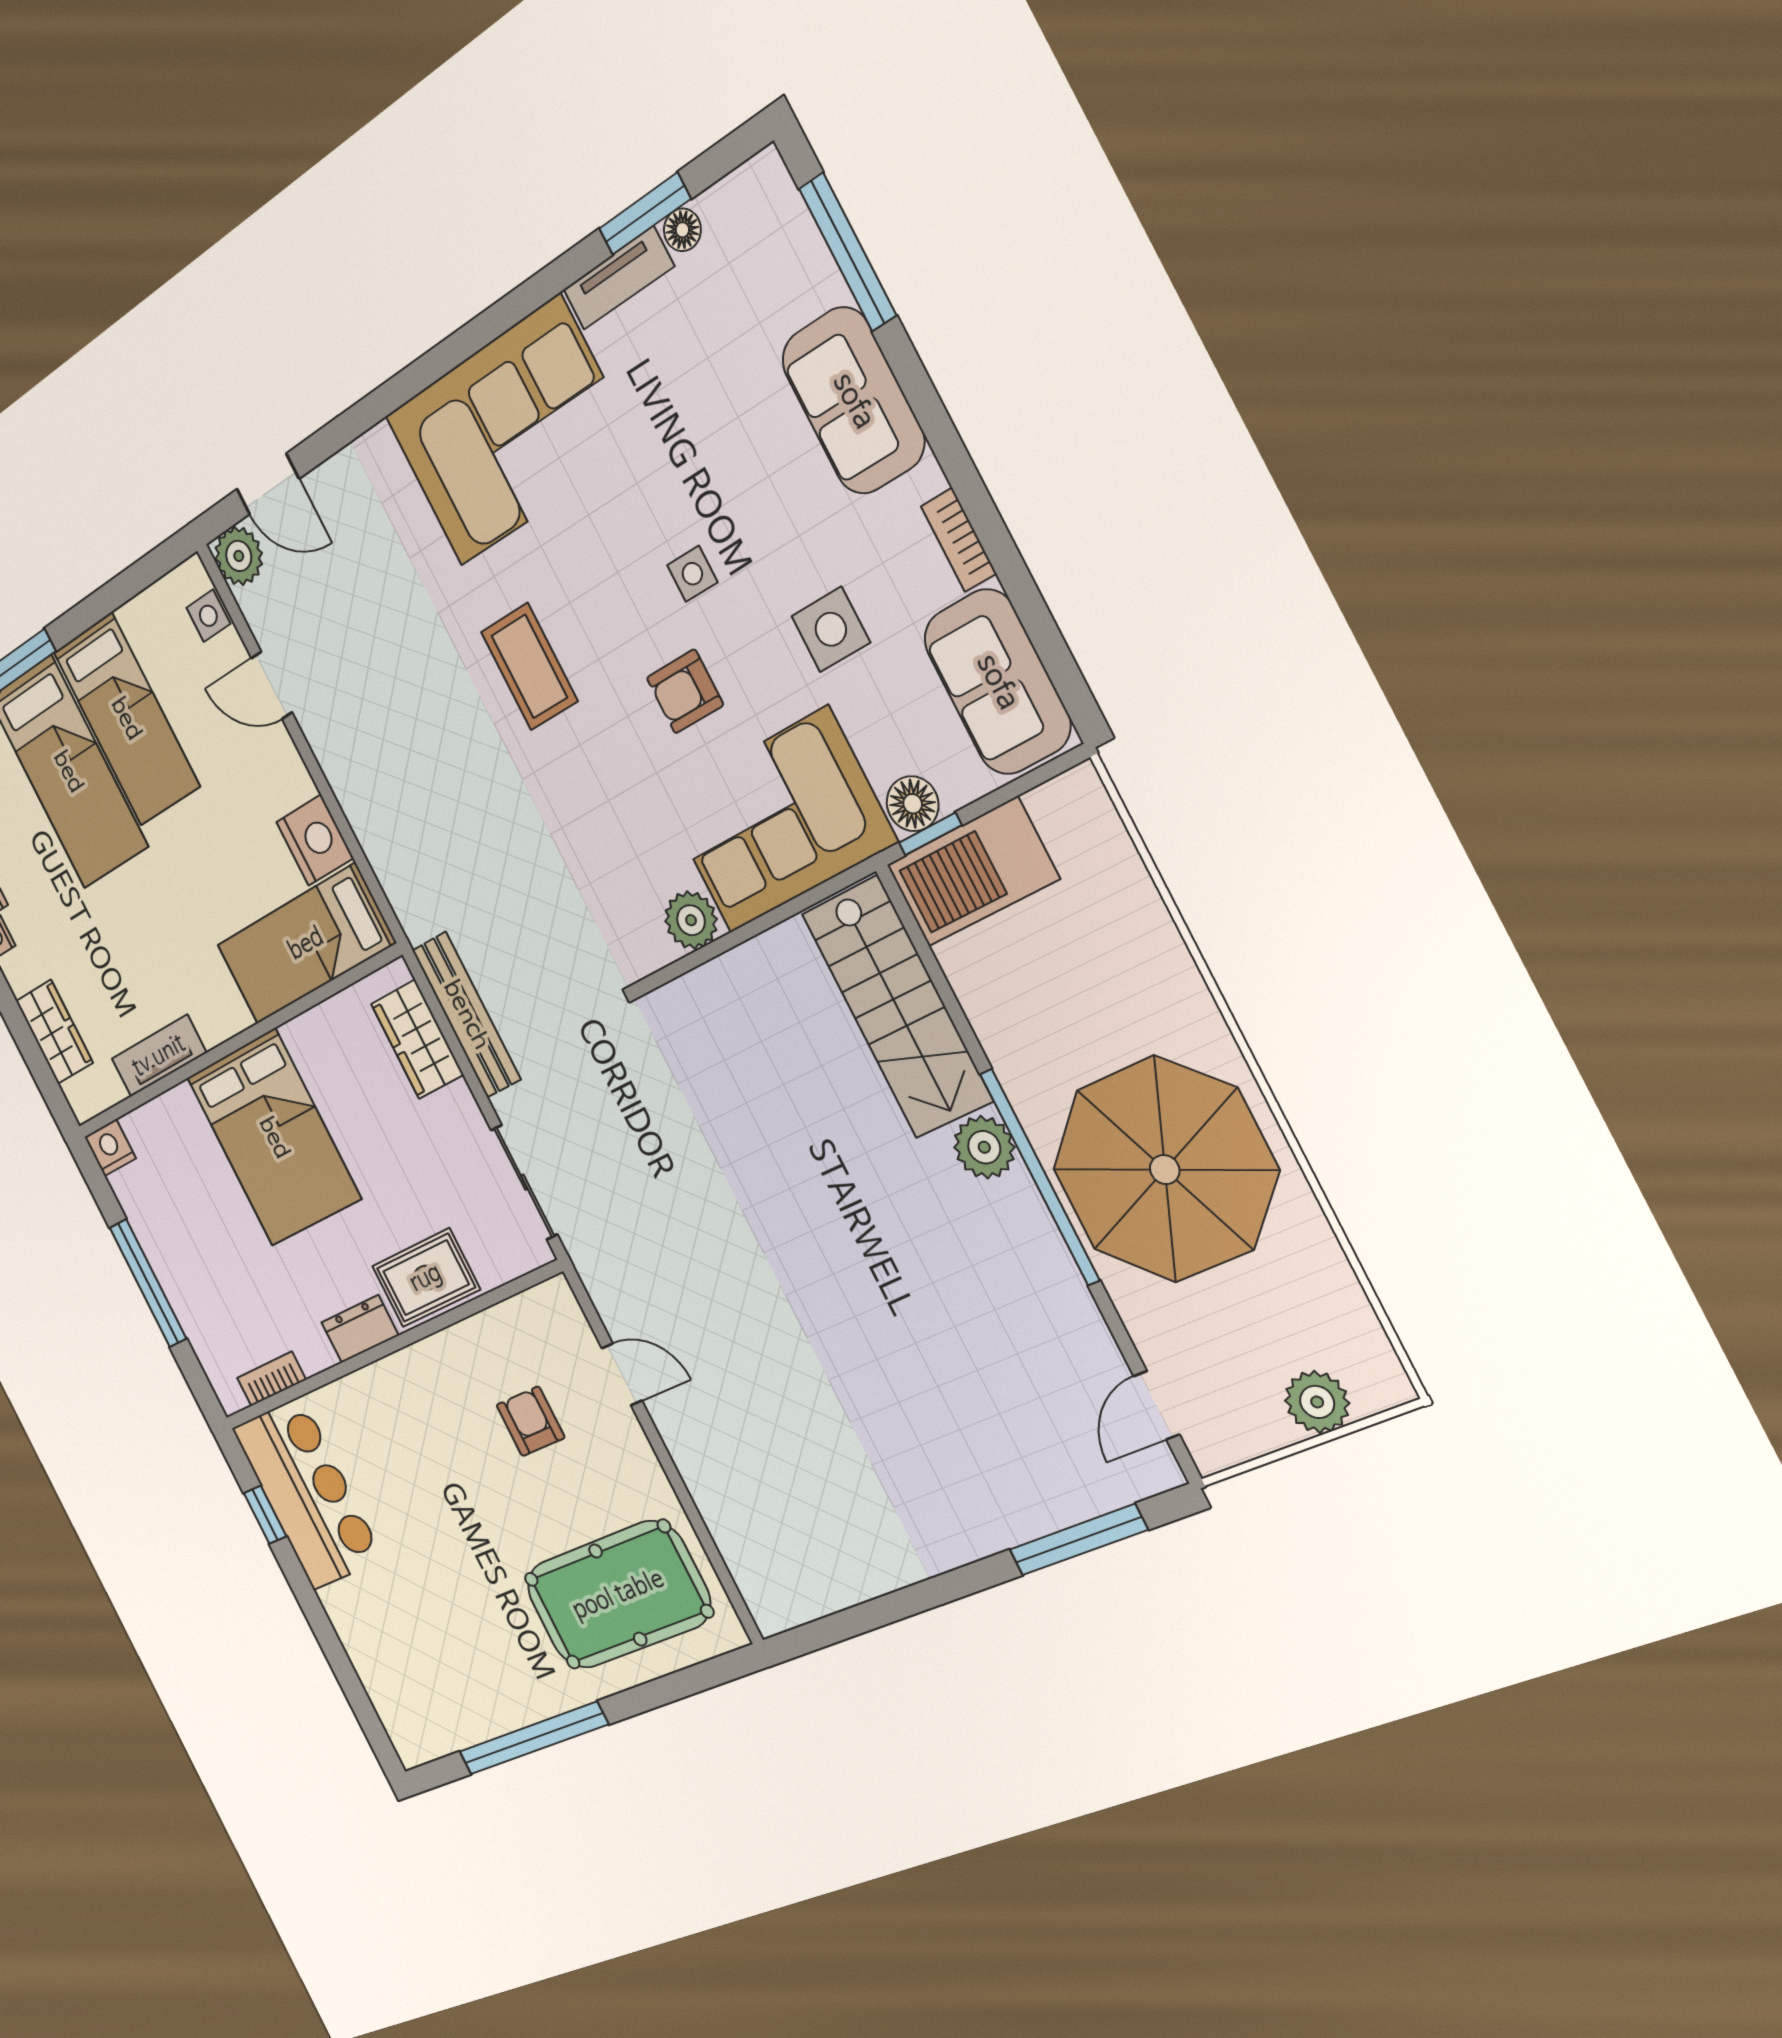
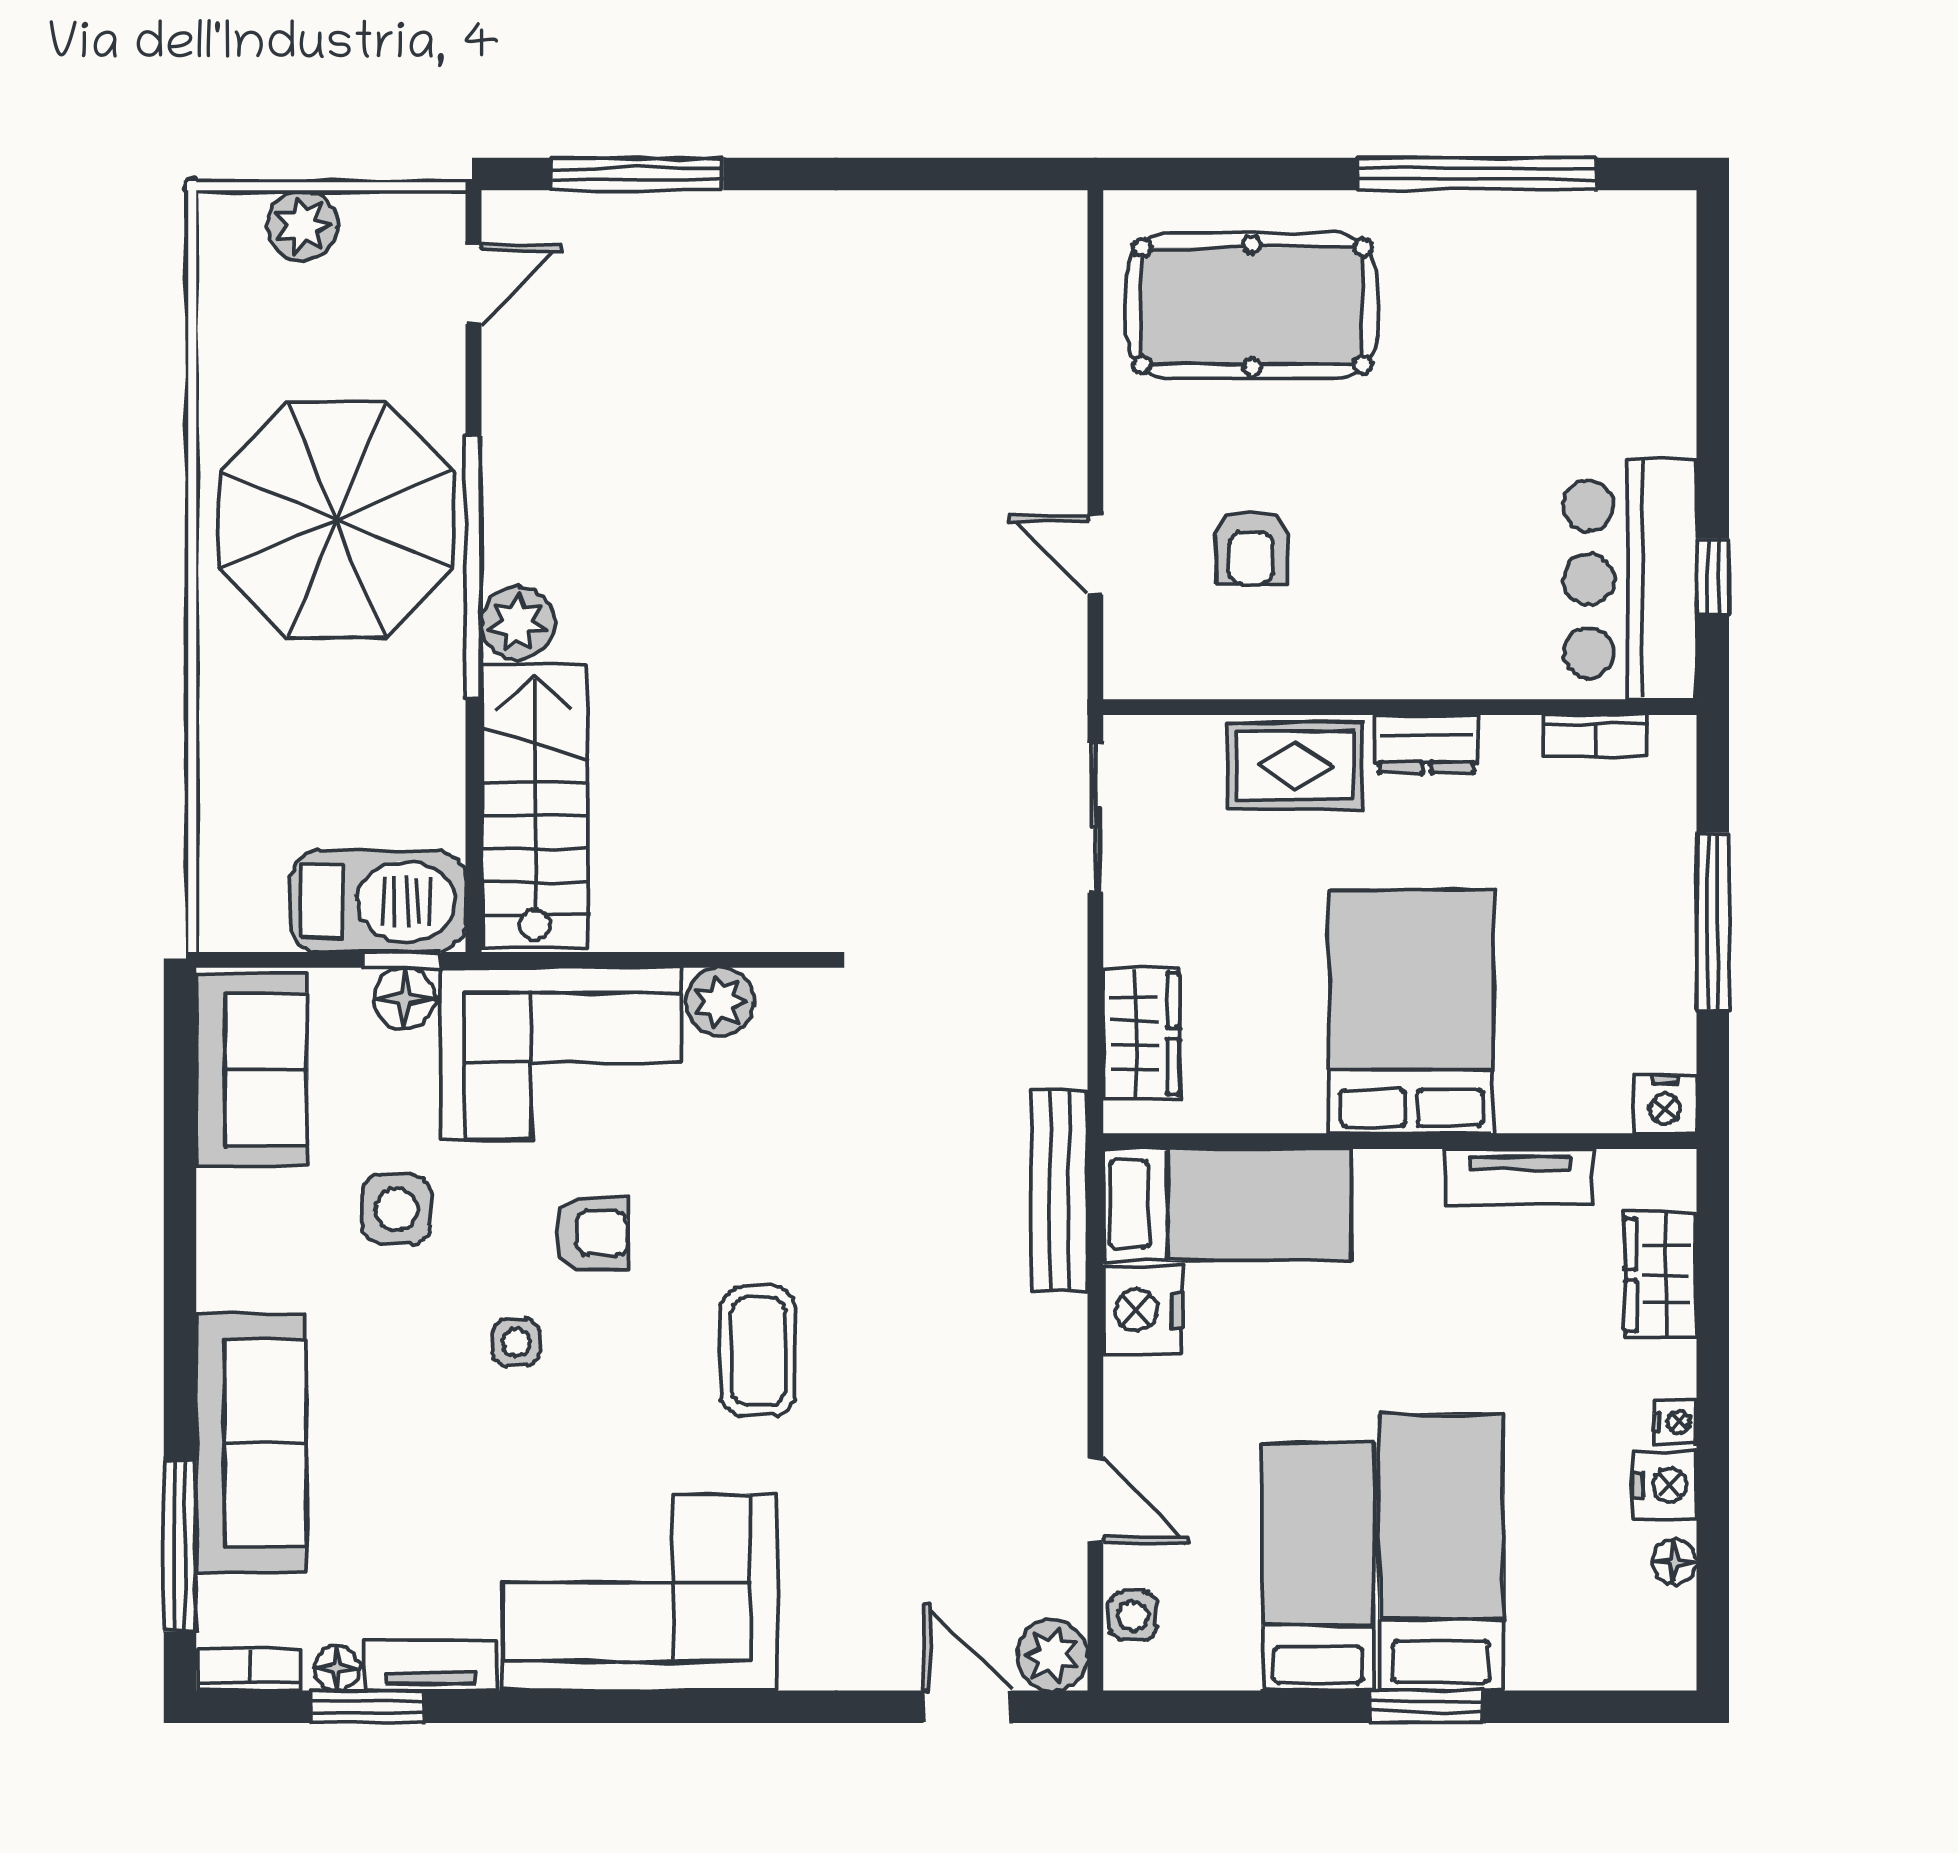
sofa: (853, 401) -> (251, 1443), width x1.36
bookcase: (959, 540) -> (250, 1670), moved, turned -90
bench: (466, 1015) -> (1059, 1191), moved

